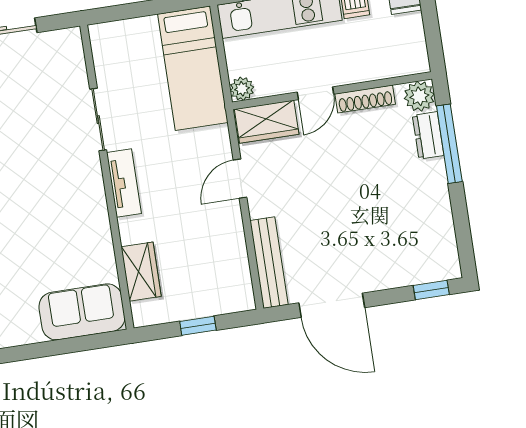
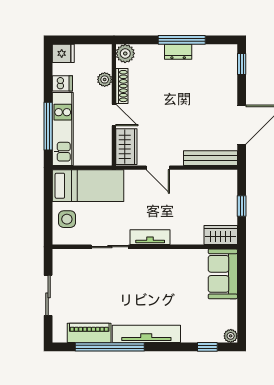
side table: (133, 42) -> (67, 219), added
plant: (242, 89) -> (105, 79), moved
dresser: (428, 135) -> (178, 52), moved
window: (449, 144) -> (182, 40), moved
wardrobe: (141, 272) -> (221, 235), moved

